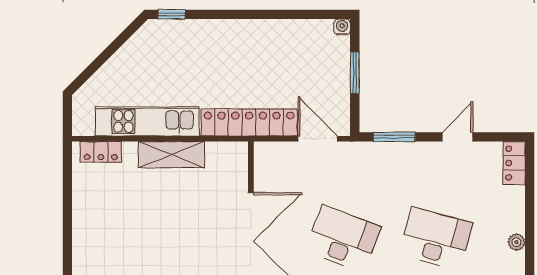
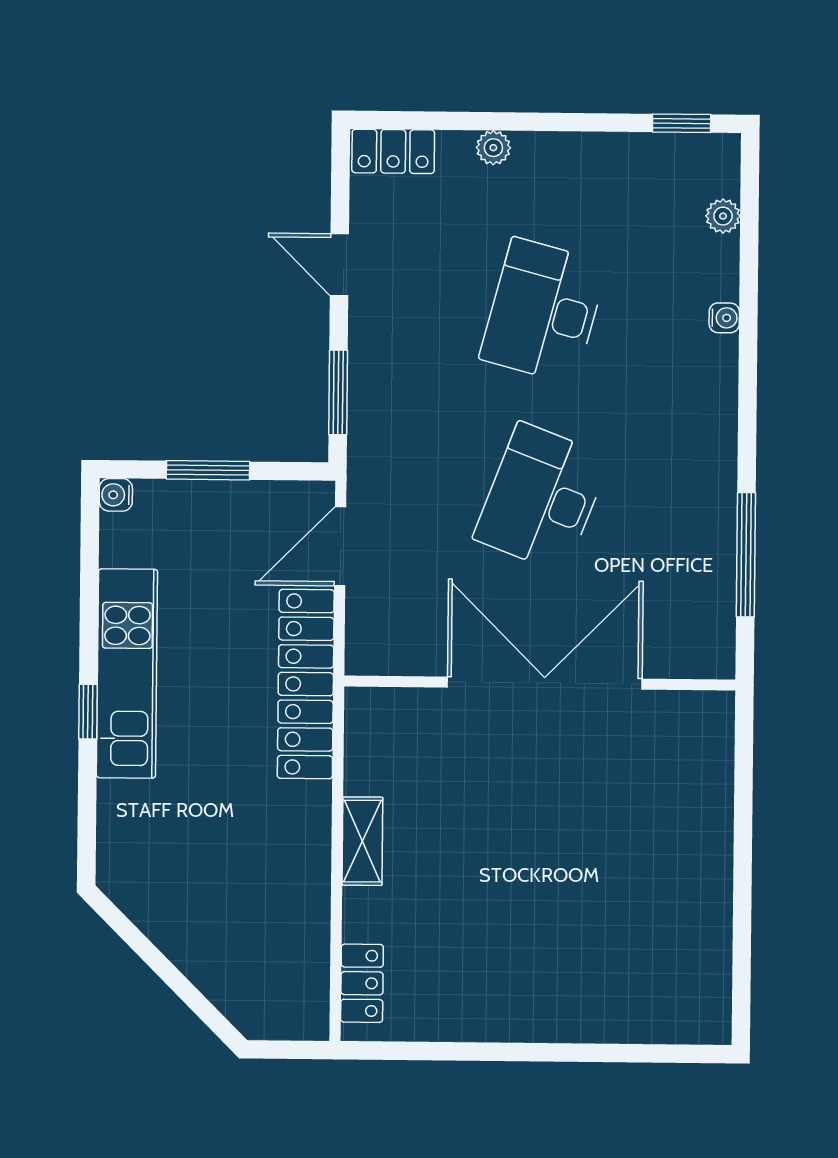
window: (172, 14) -> (88, 712), moved
kitchen unit: (147, 121) -> (127, 673), moved, turned 180
shelving: (171, 155) -> (362, 841), width x0.67, depth x0.75
plant: (516, 242) -> (493, 148), moved

